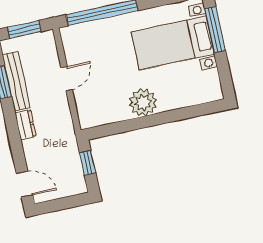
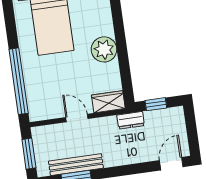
wardrobe: (87, 111) -> (108, 102), added
dresser: (25, 125) -> (131, 120), moved, turned 180

